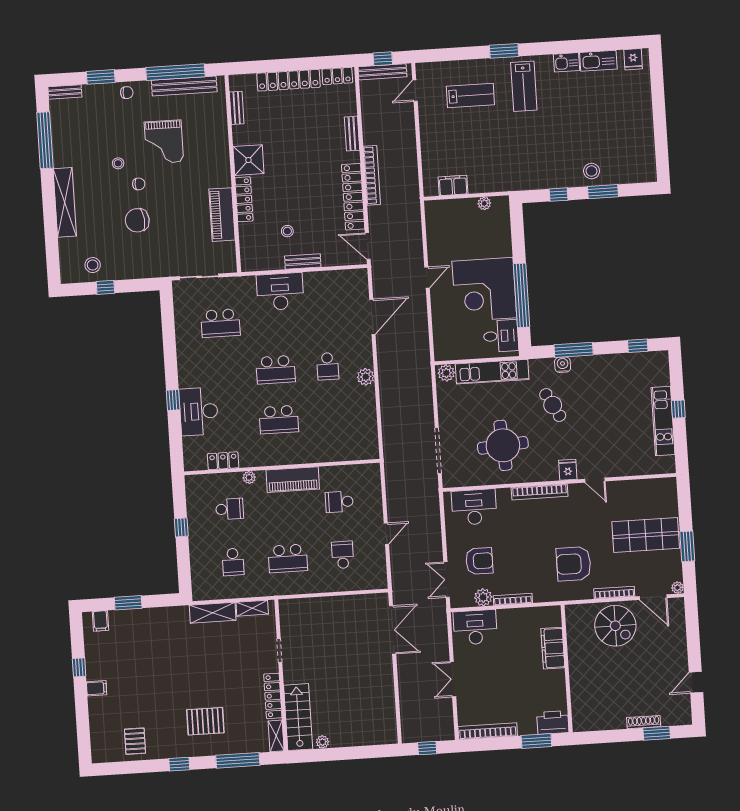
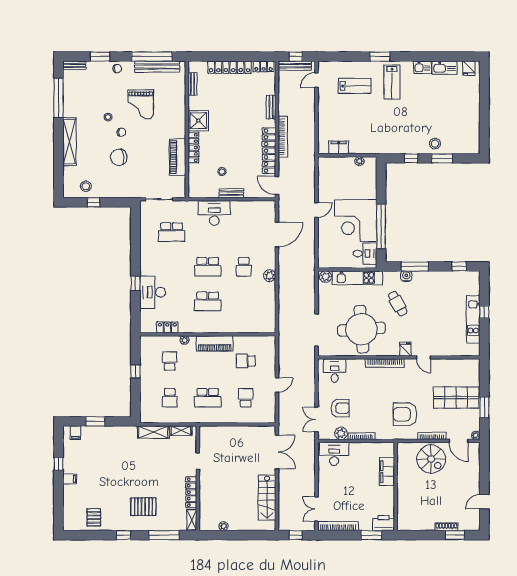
round table: (503, 445) -> (361, 329), width x1.36, depth x1.36
desk: (474, 507) -> (335, 371), width x0.73
school desk: (230, 509) -> (170, 361), turned -90
double door: (453, 679) -> (316, 509), moved
stairs: (298, 717) -> (267, 498), moved, turned 180

